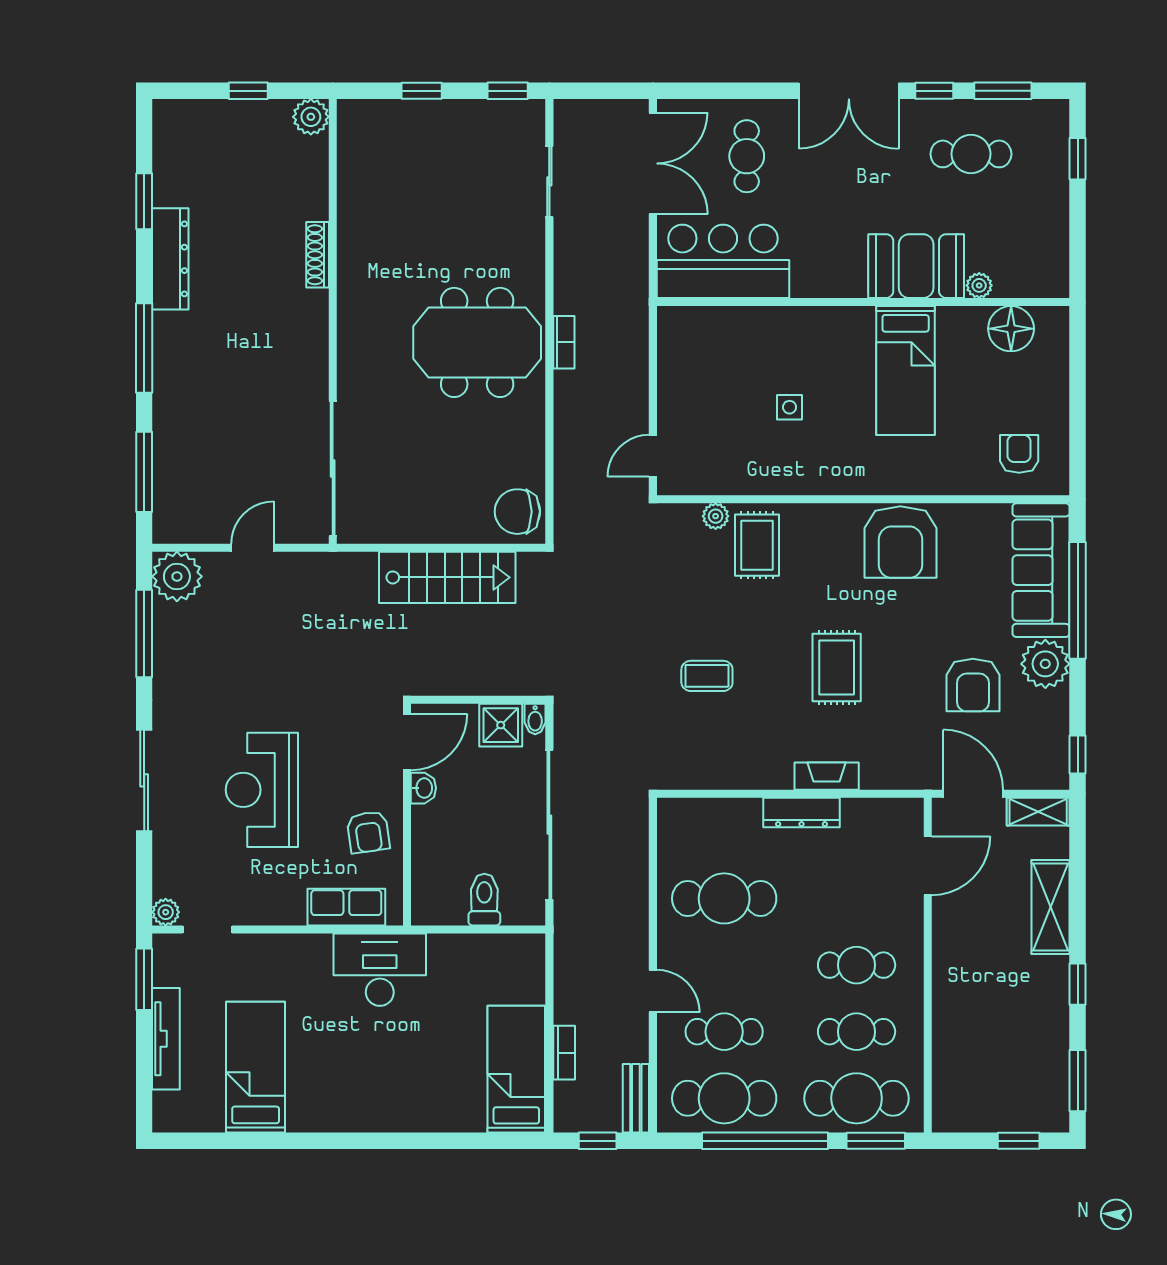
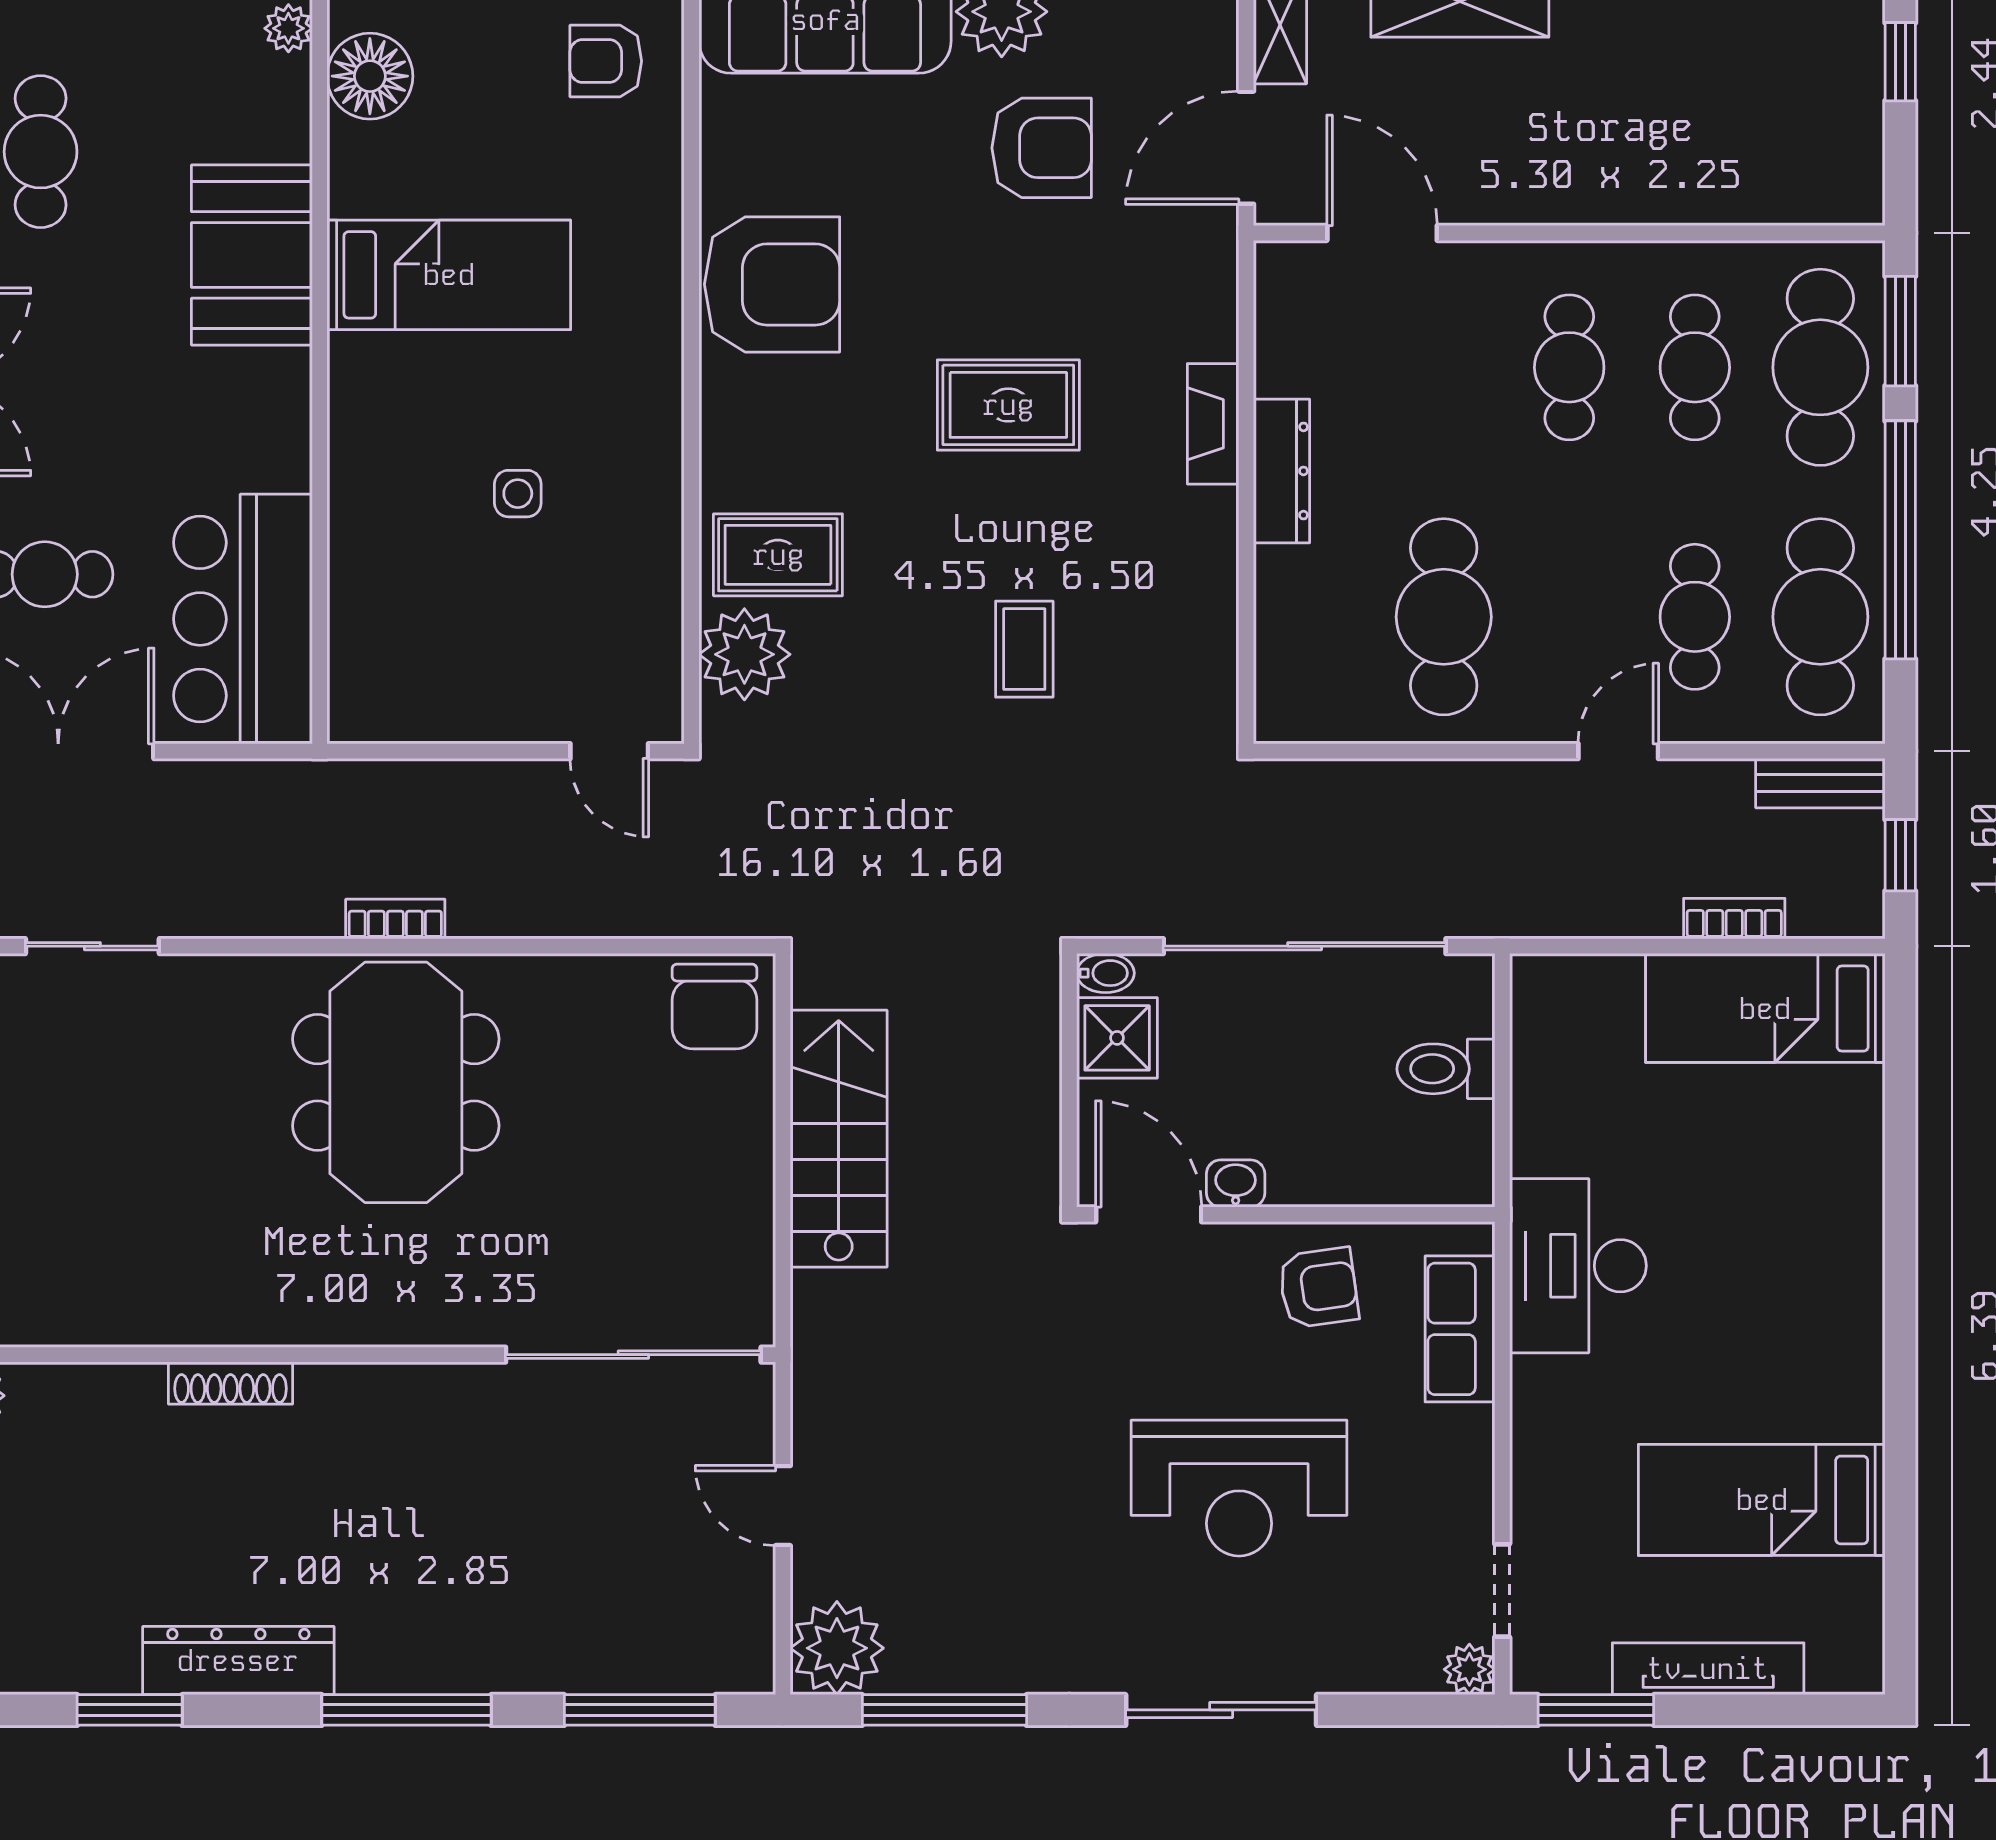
plant: (979, 285) -> (288, 28), moved
plant: (716, 516) -> (744, 654), width x1.87, depth x1.87

